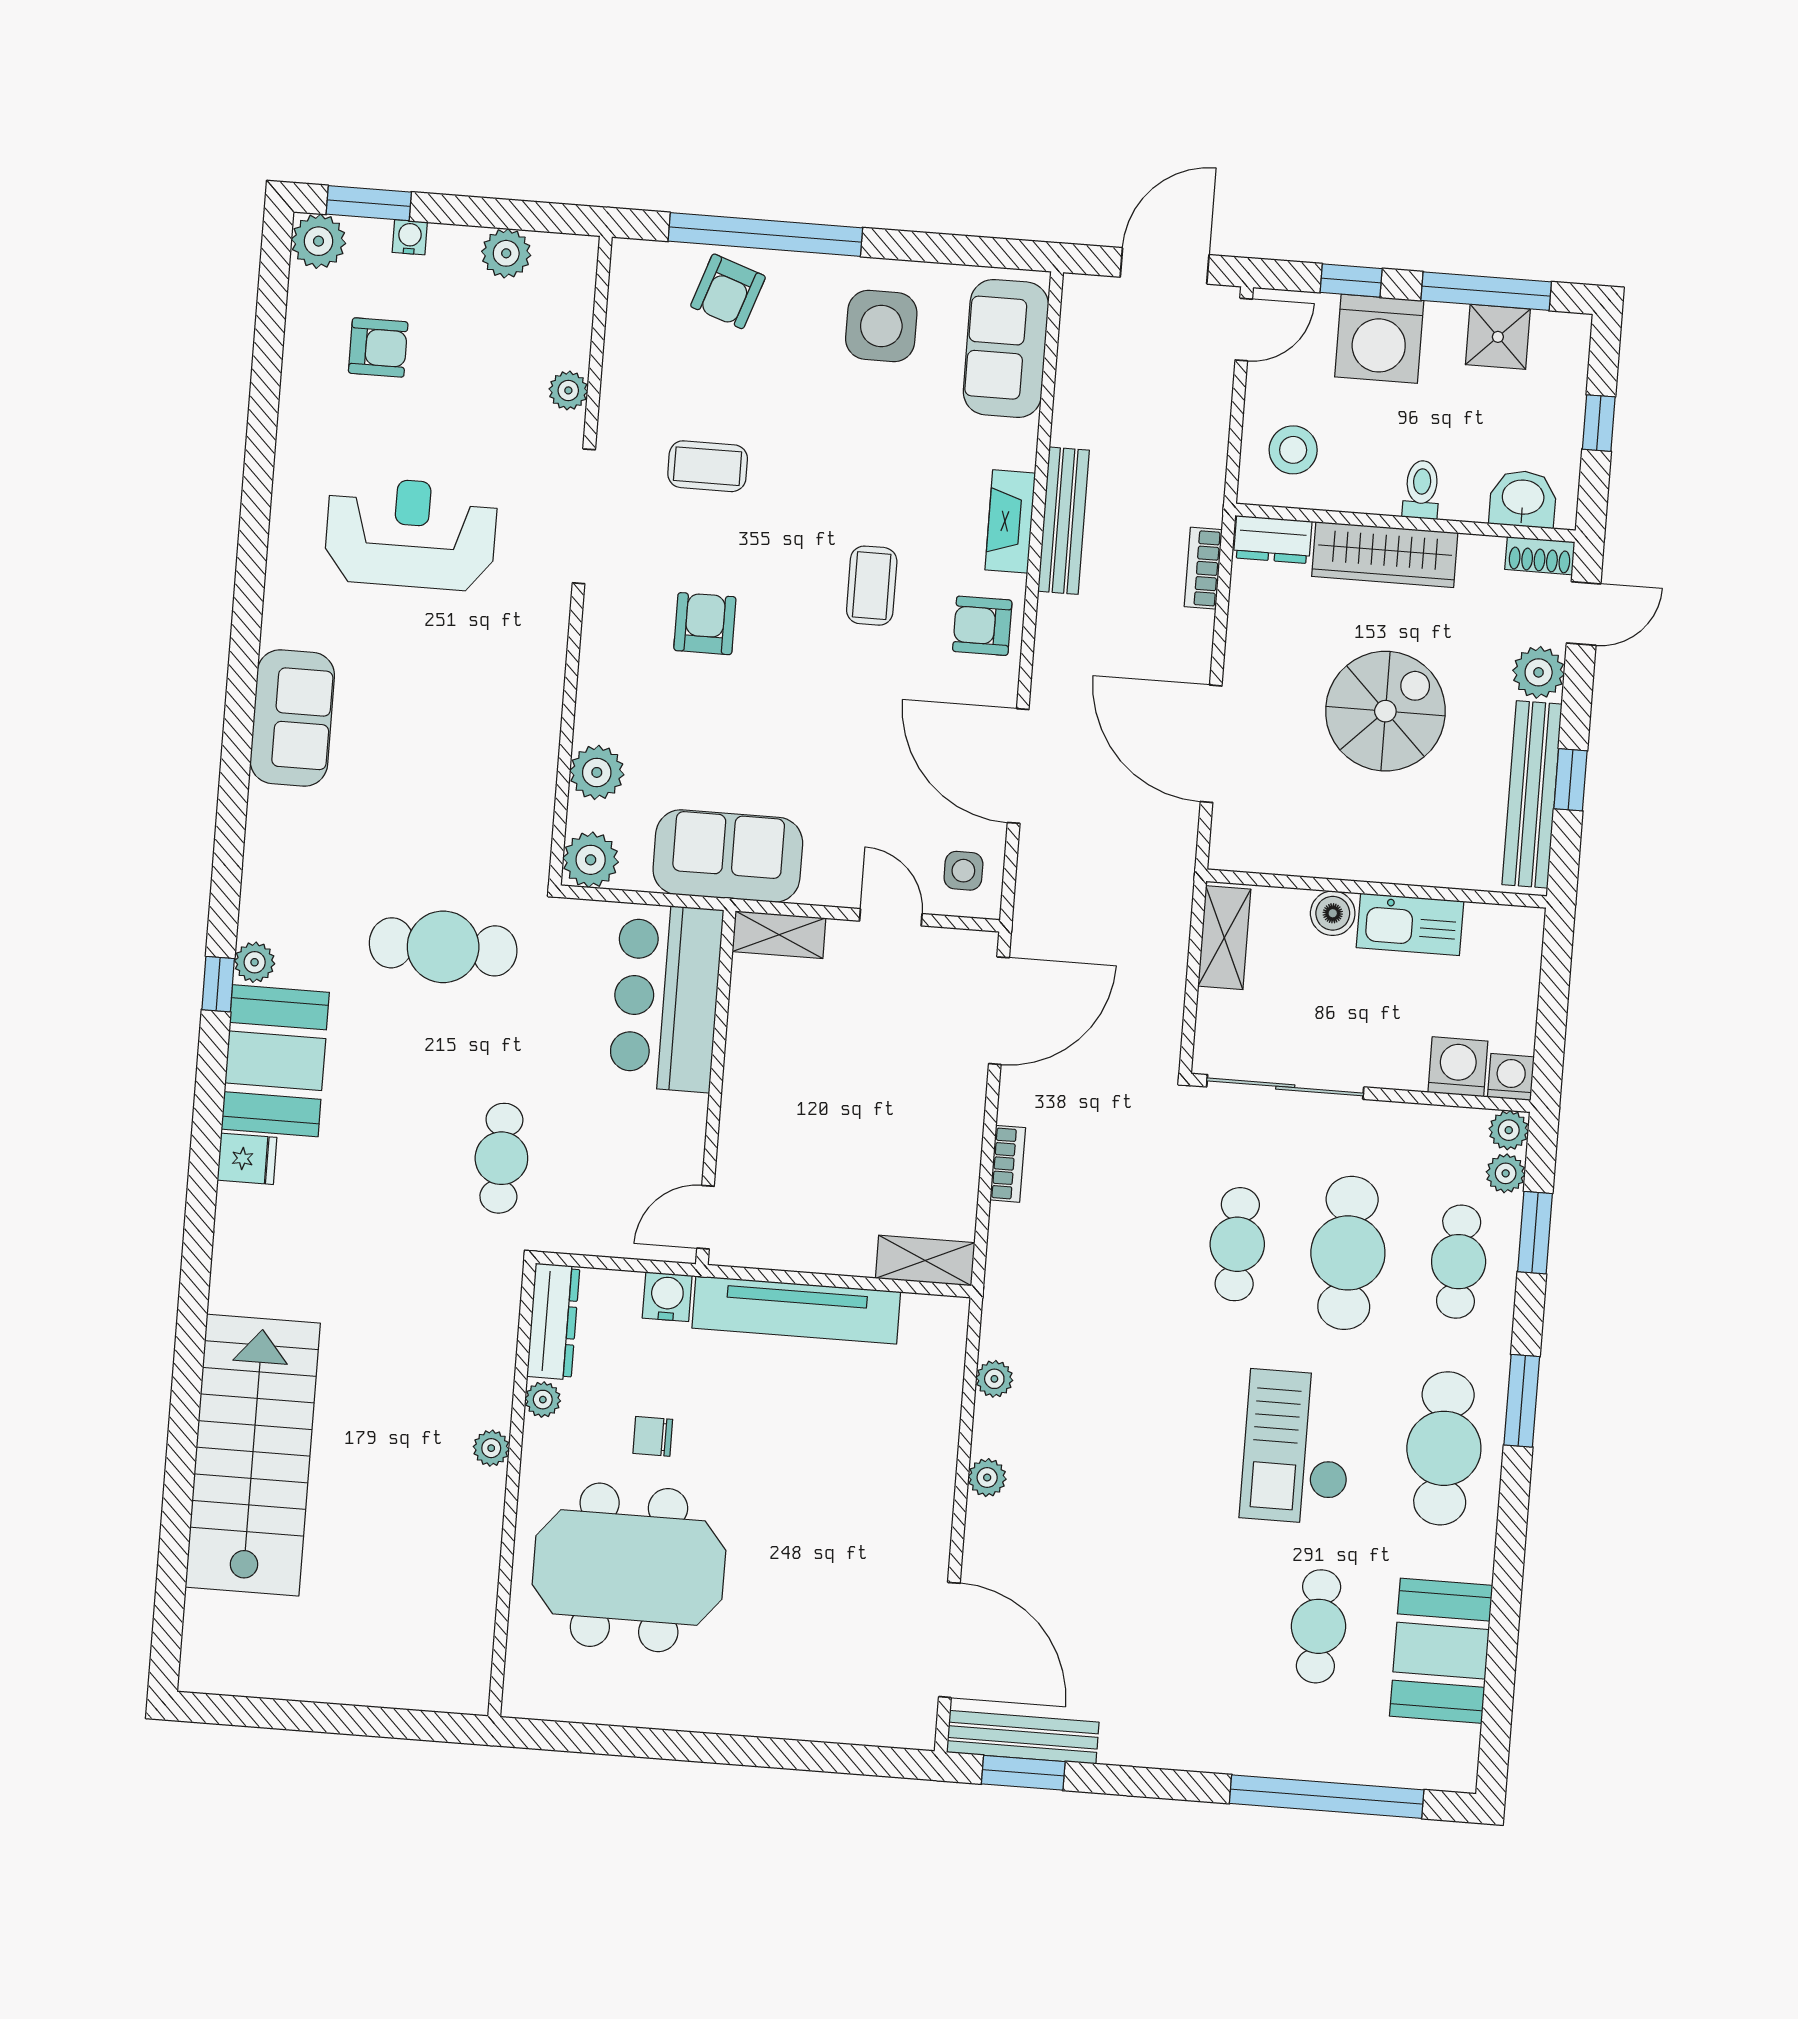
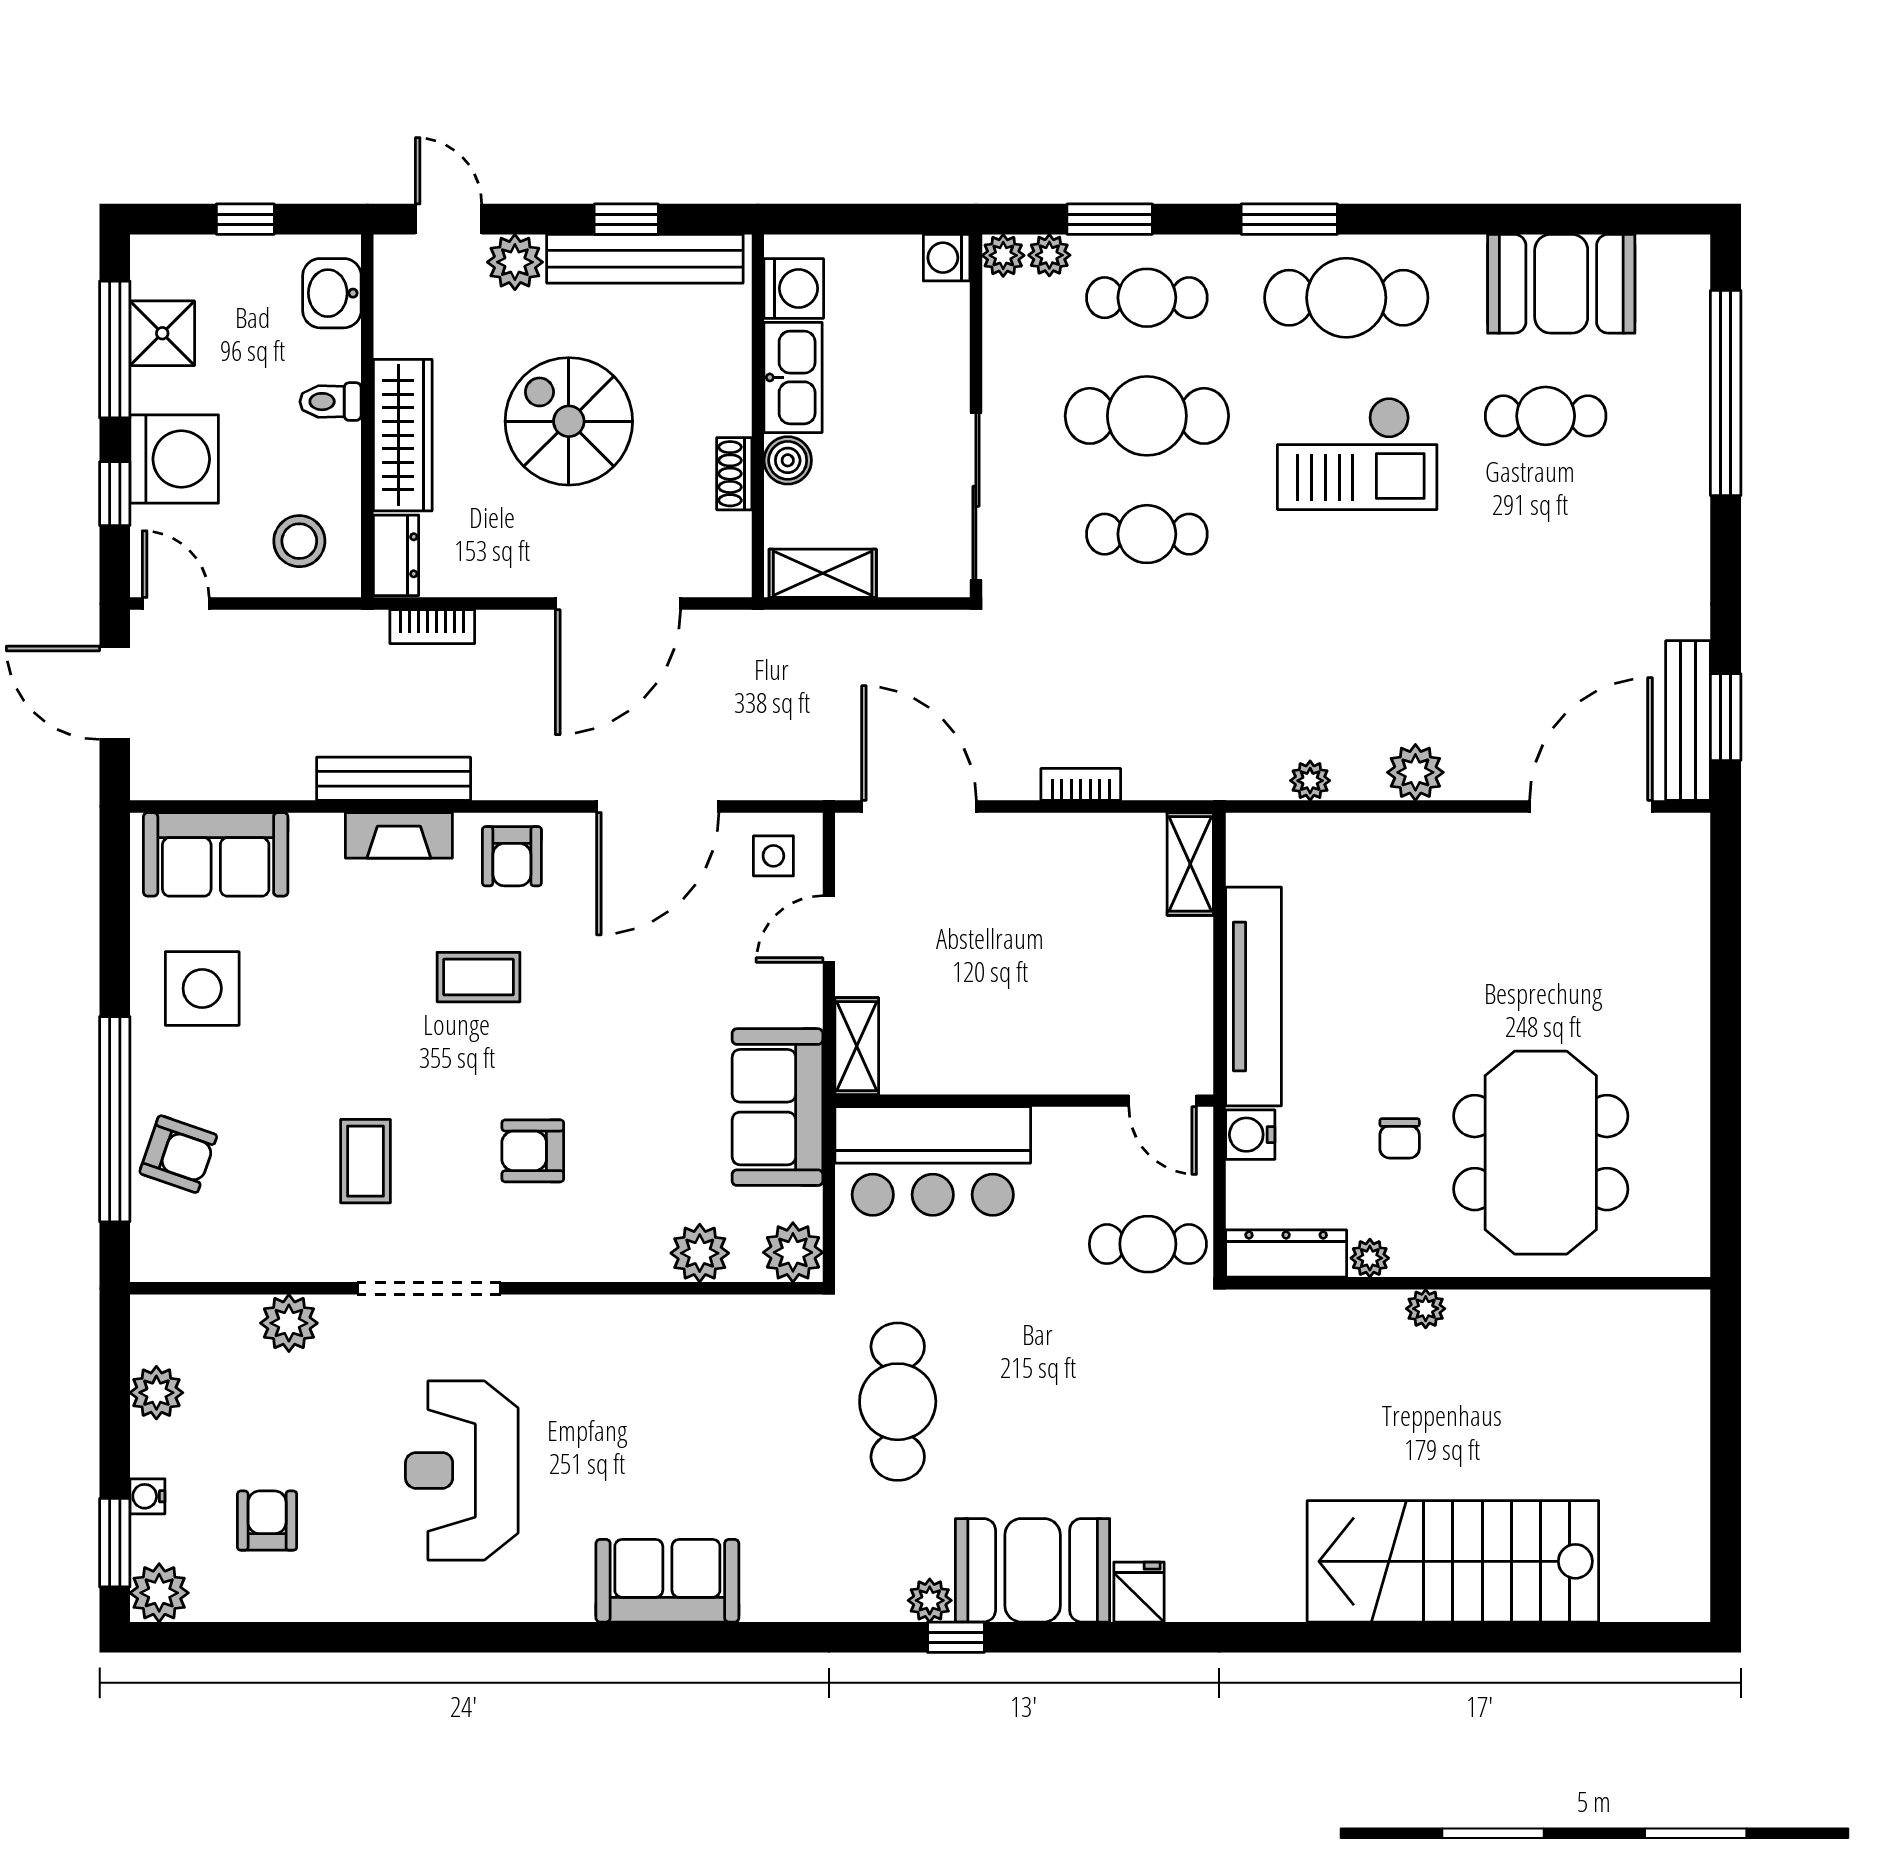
plant: (568, 390) -> (289, 1323), width x1.38, depth x1.38
shoe rack: (1540, 556) -> (734, 474), moved, turned 180
washing machine: (1458, 1067) -> (794, 288), moved, turned 180
cafe table: (501, 1158) -> (1148, 1244), moved
plant: (987, 1478) -> (1415, 772), width x1.38, depth x1.38

